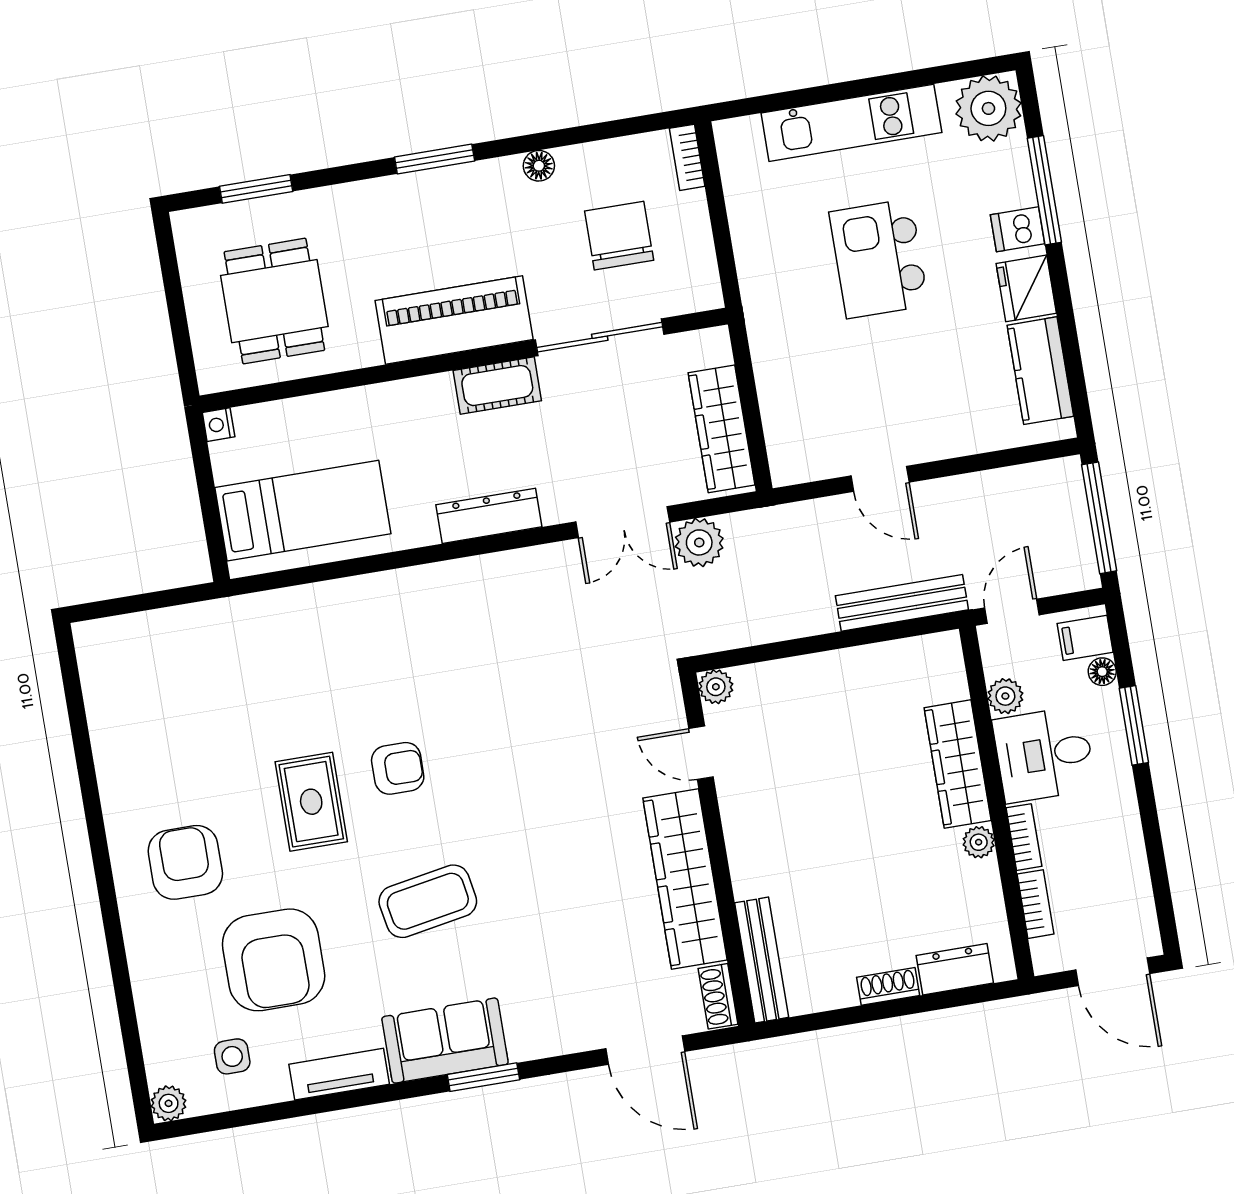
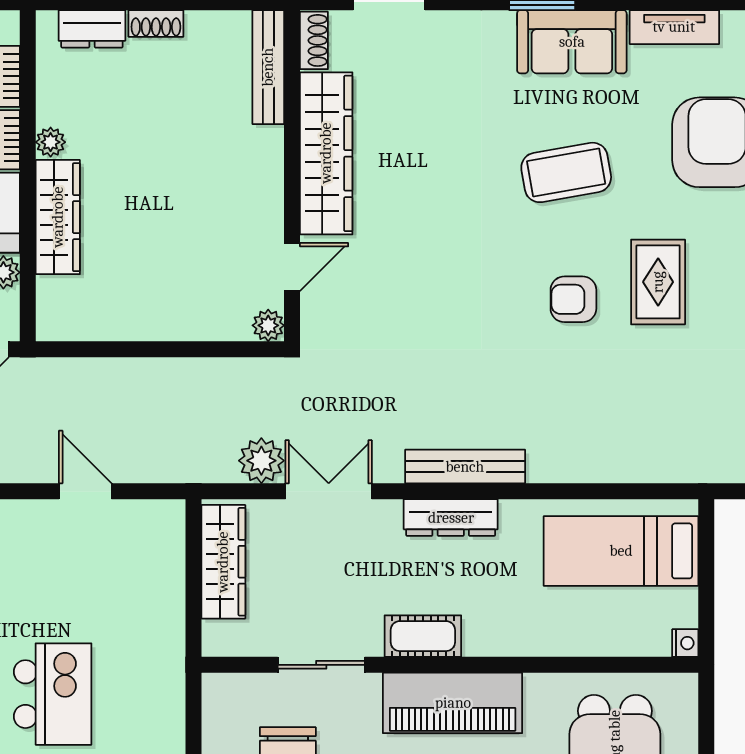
sliding door: (600, 337) -> (321, 665), width x0.73
bench: (902, 603) -> (465, 467), moved
door: (701, 753) -> (292, 267), hinge flipped

